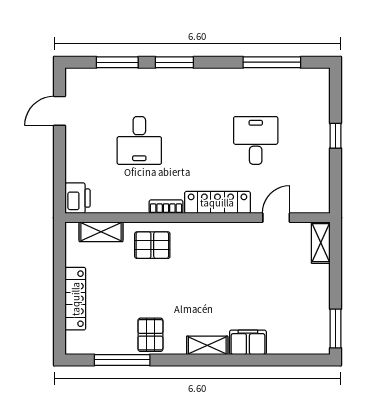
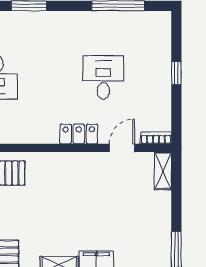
locker: (217, 202) -> (79, 134), width x0.66
bookcase: (166, 207) -> (156, 138), moved

